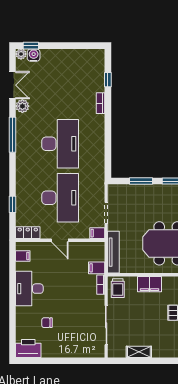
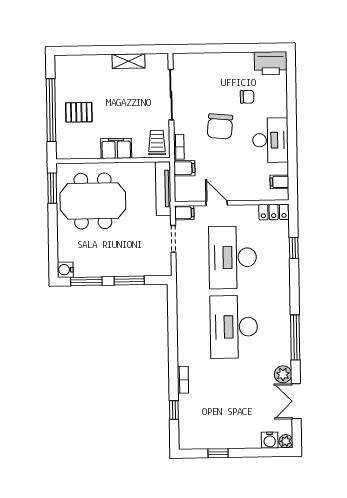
window: (31, 46) -> (218, 453), moved
door: (60, 240) -> (217, 203), moved
chair: (68, 300) -> (220, 126), added

